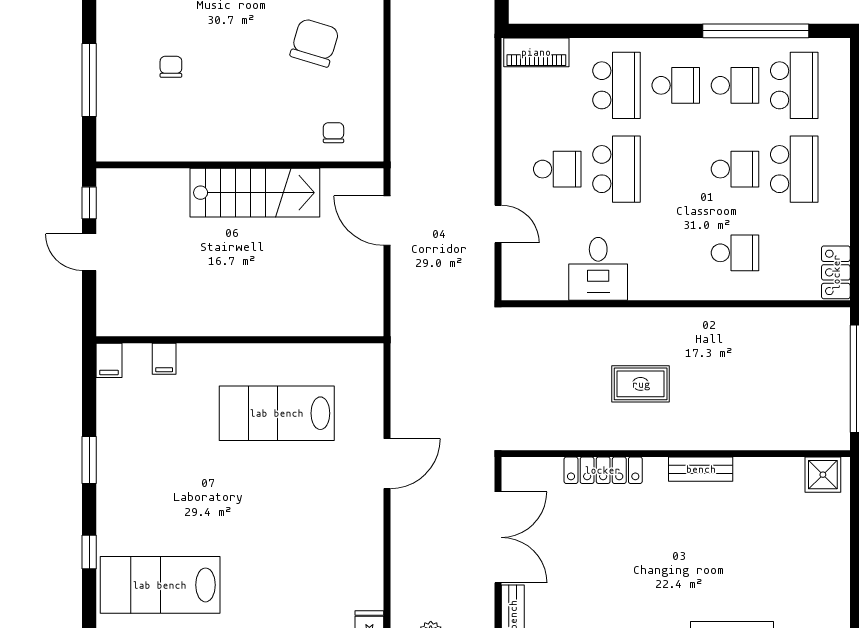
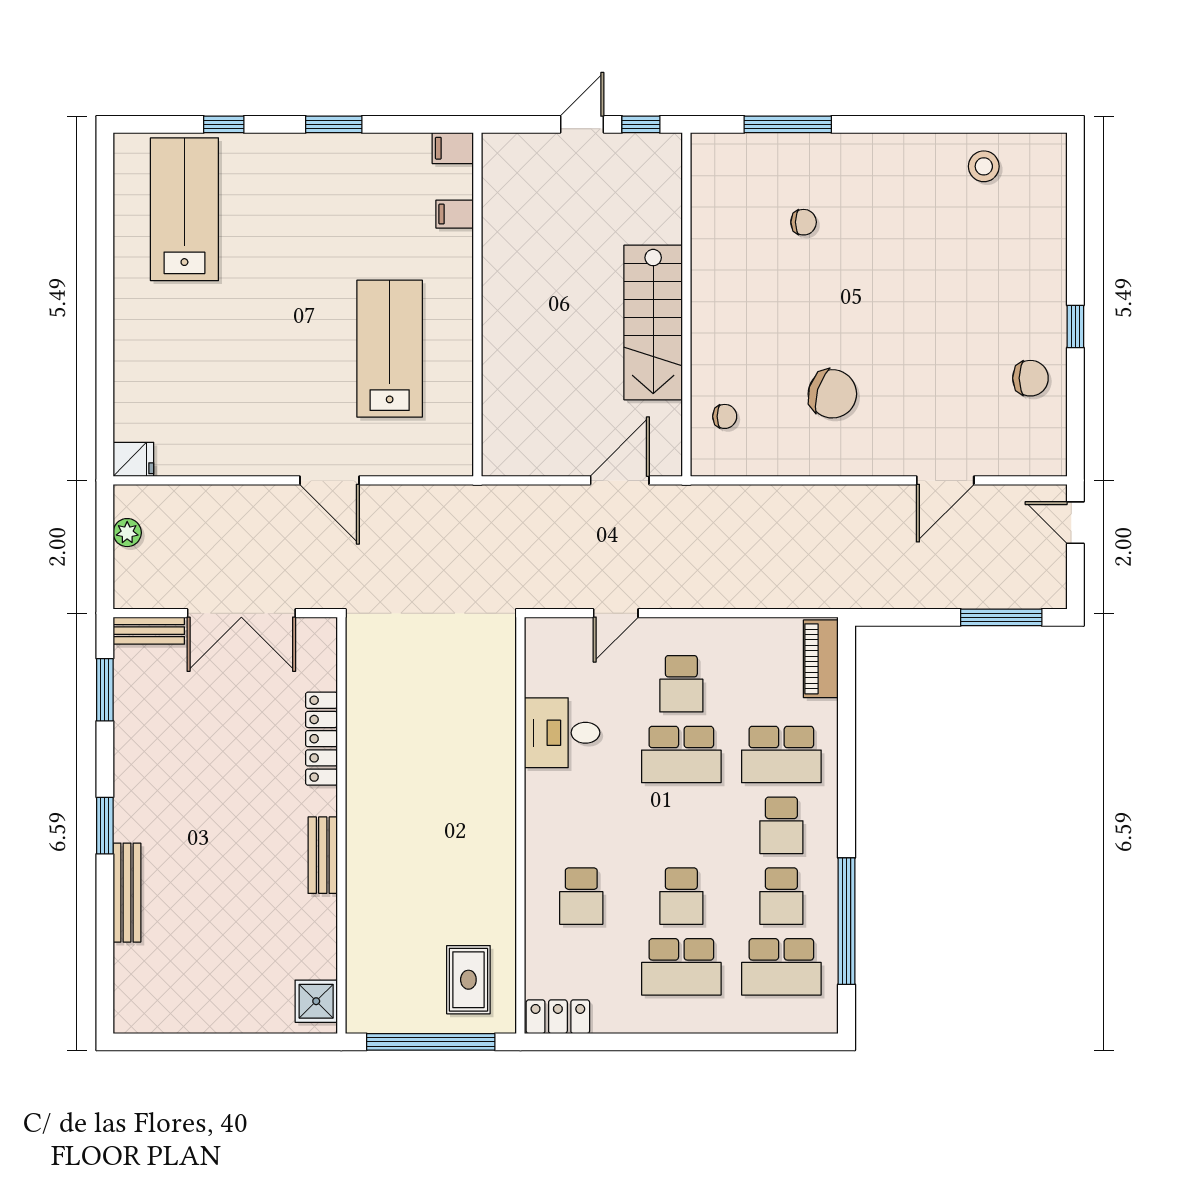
rug: (641, 384) -> (468, 980), moved

